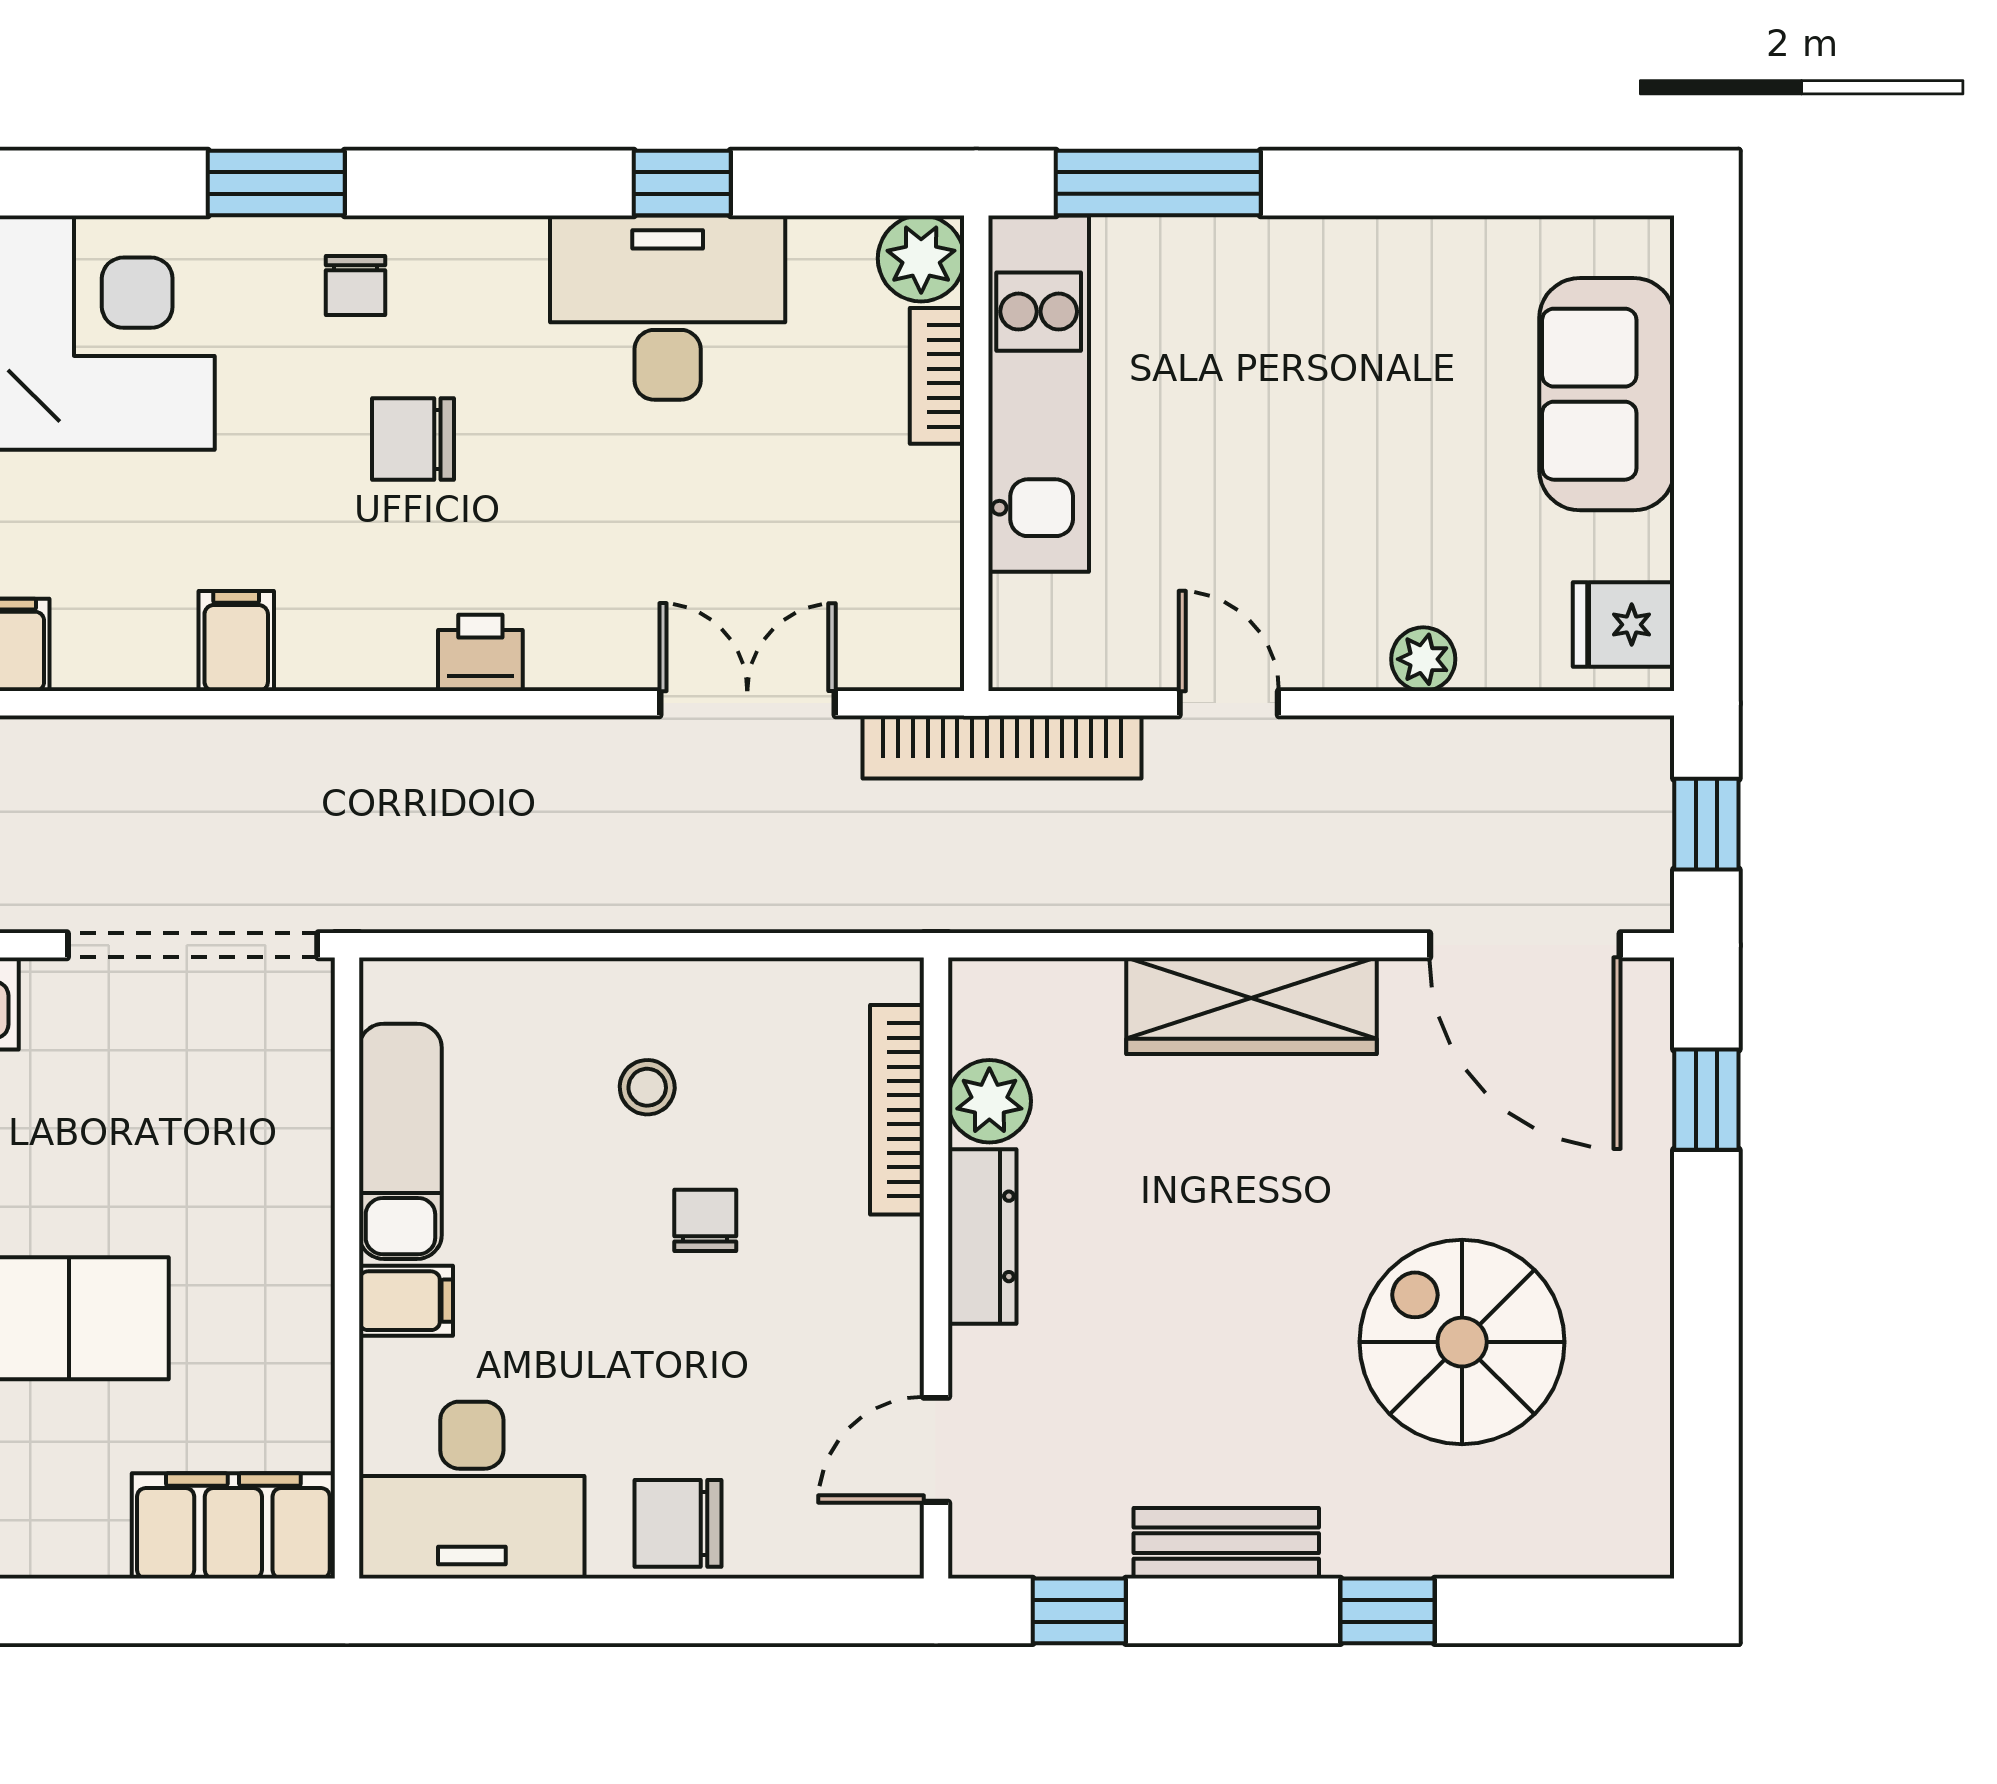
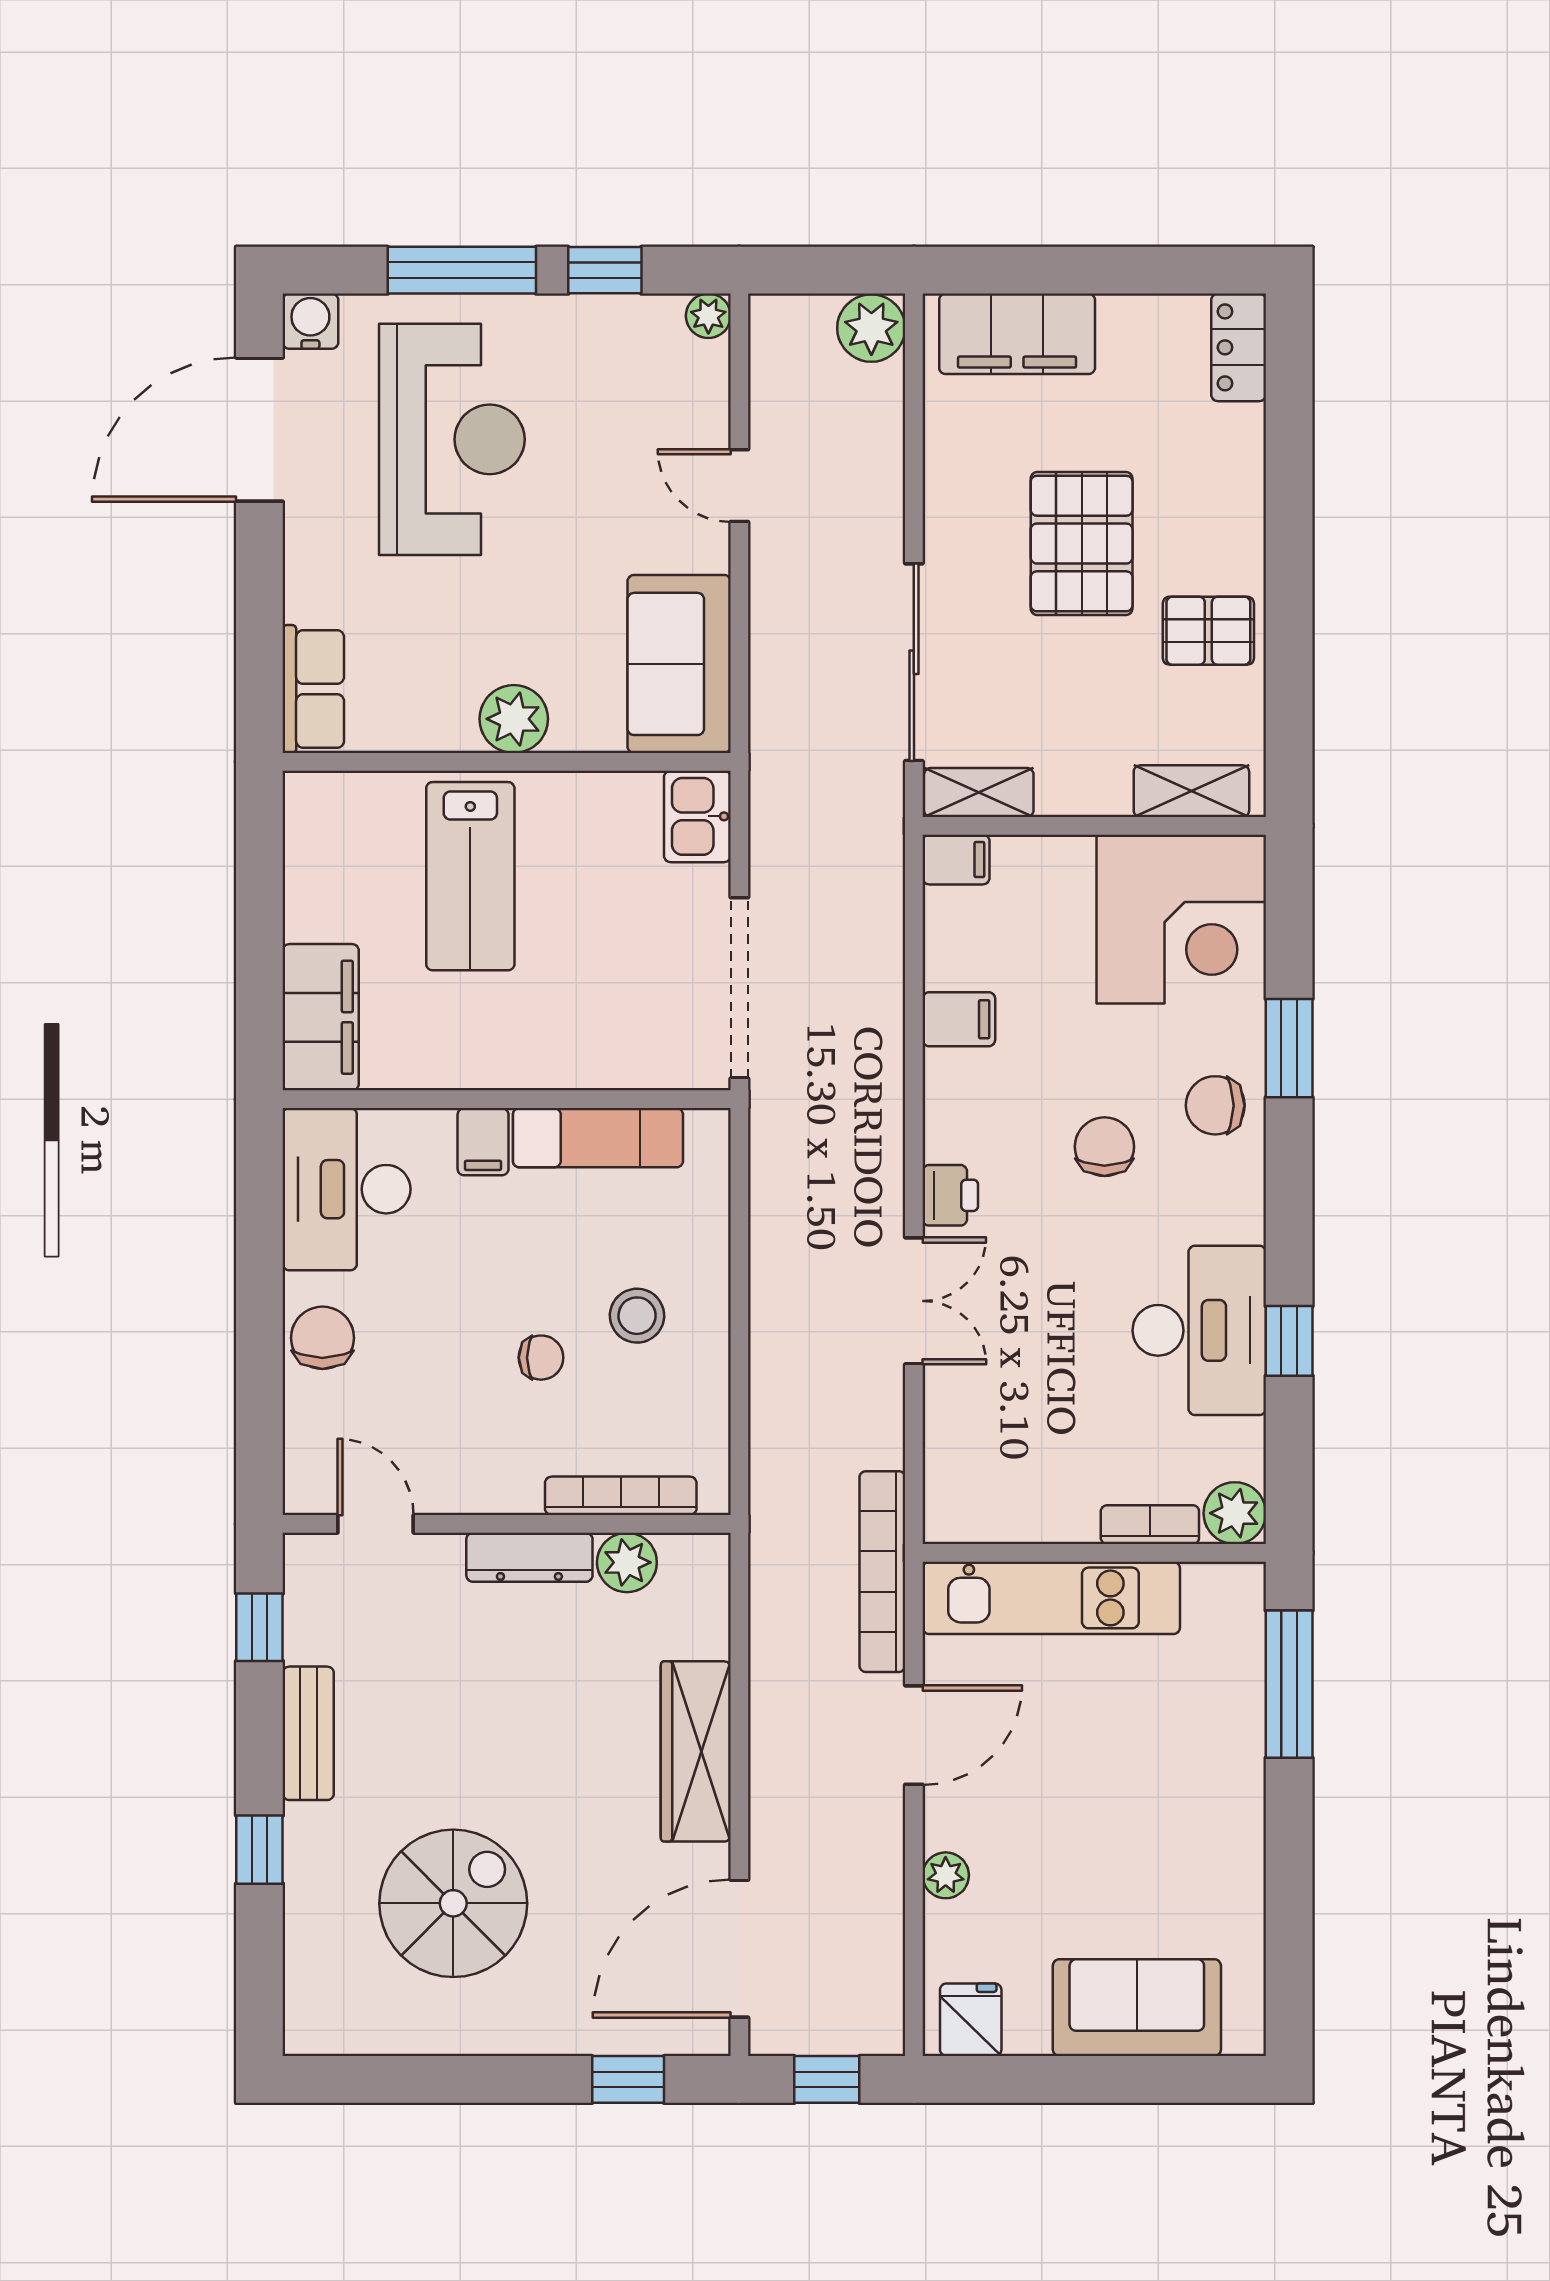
chair: (356, 286) -> (1215, 1105), width x1.37, depth x1.37
kitchen unit: (1039, 394) -> (1051, 1598), moved
double door: (747, 703) -> (914, 1301), moved
door: (1229, 703) -> (914, 1735), width x1.38
stool: (647, 1087) -> (637, 1316), width x1.37, depth x1.37

